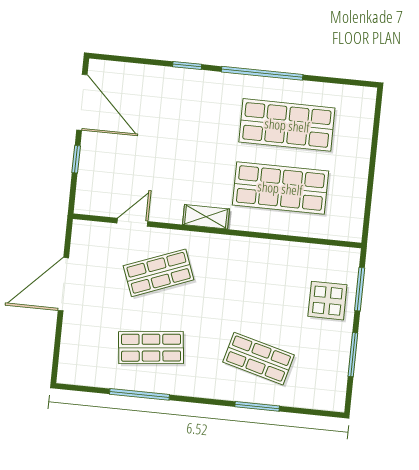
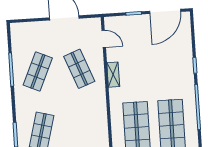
shelving: (206, 217) -> (113, 75), moved
door: (132, 222) -> (104, 39), moved
shop shelf: (151, 348) -> (38, 71), turned 30

